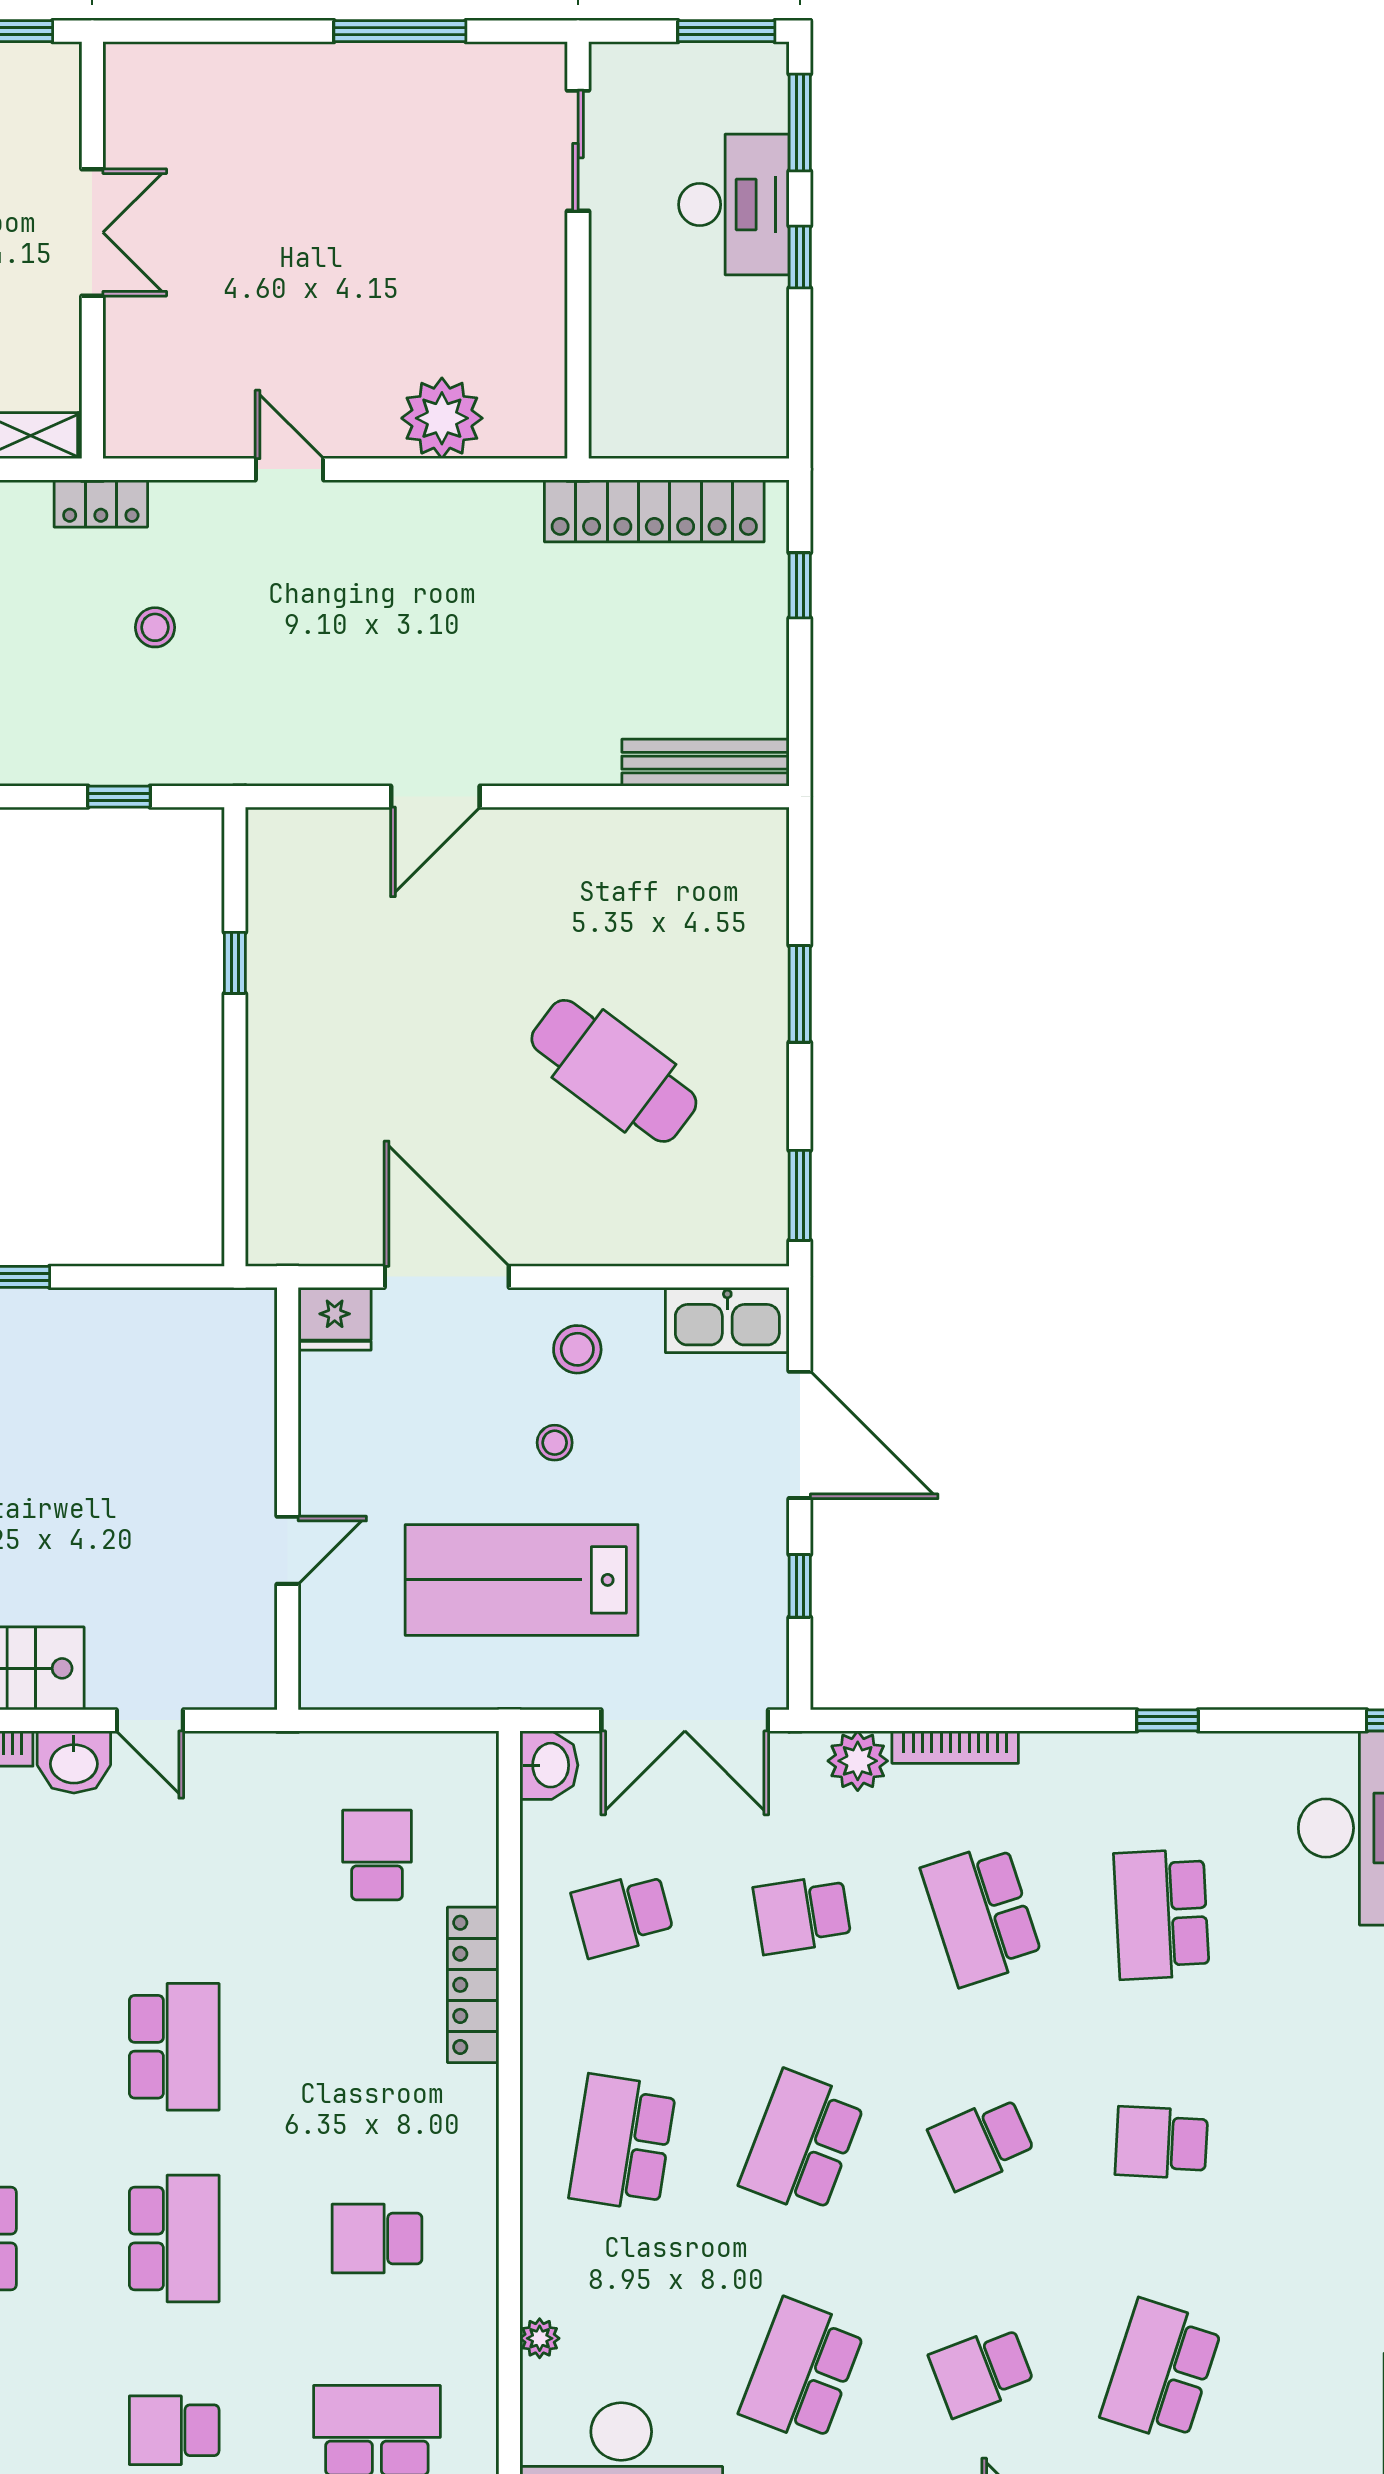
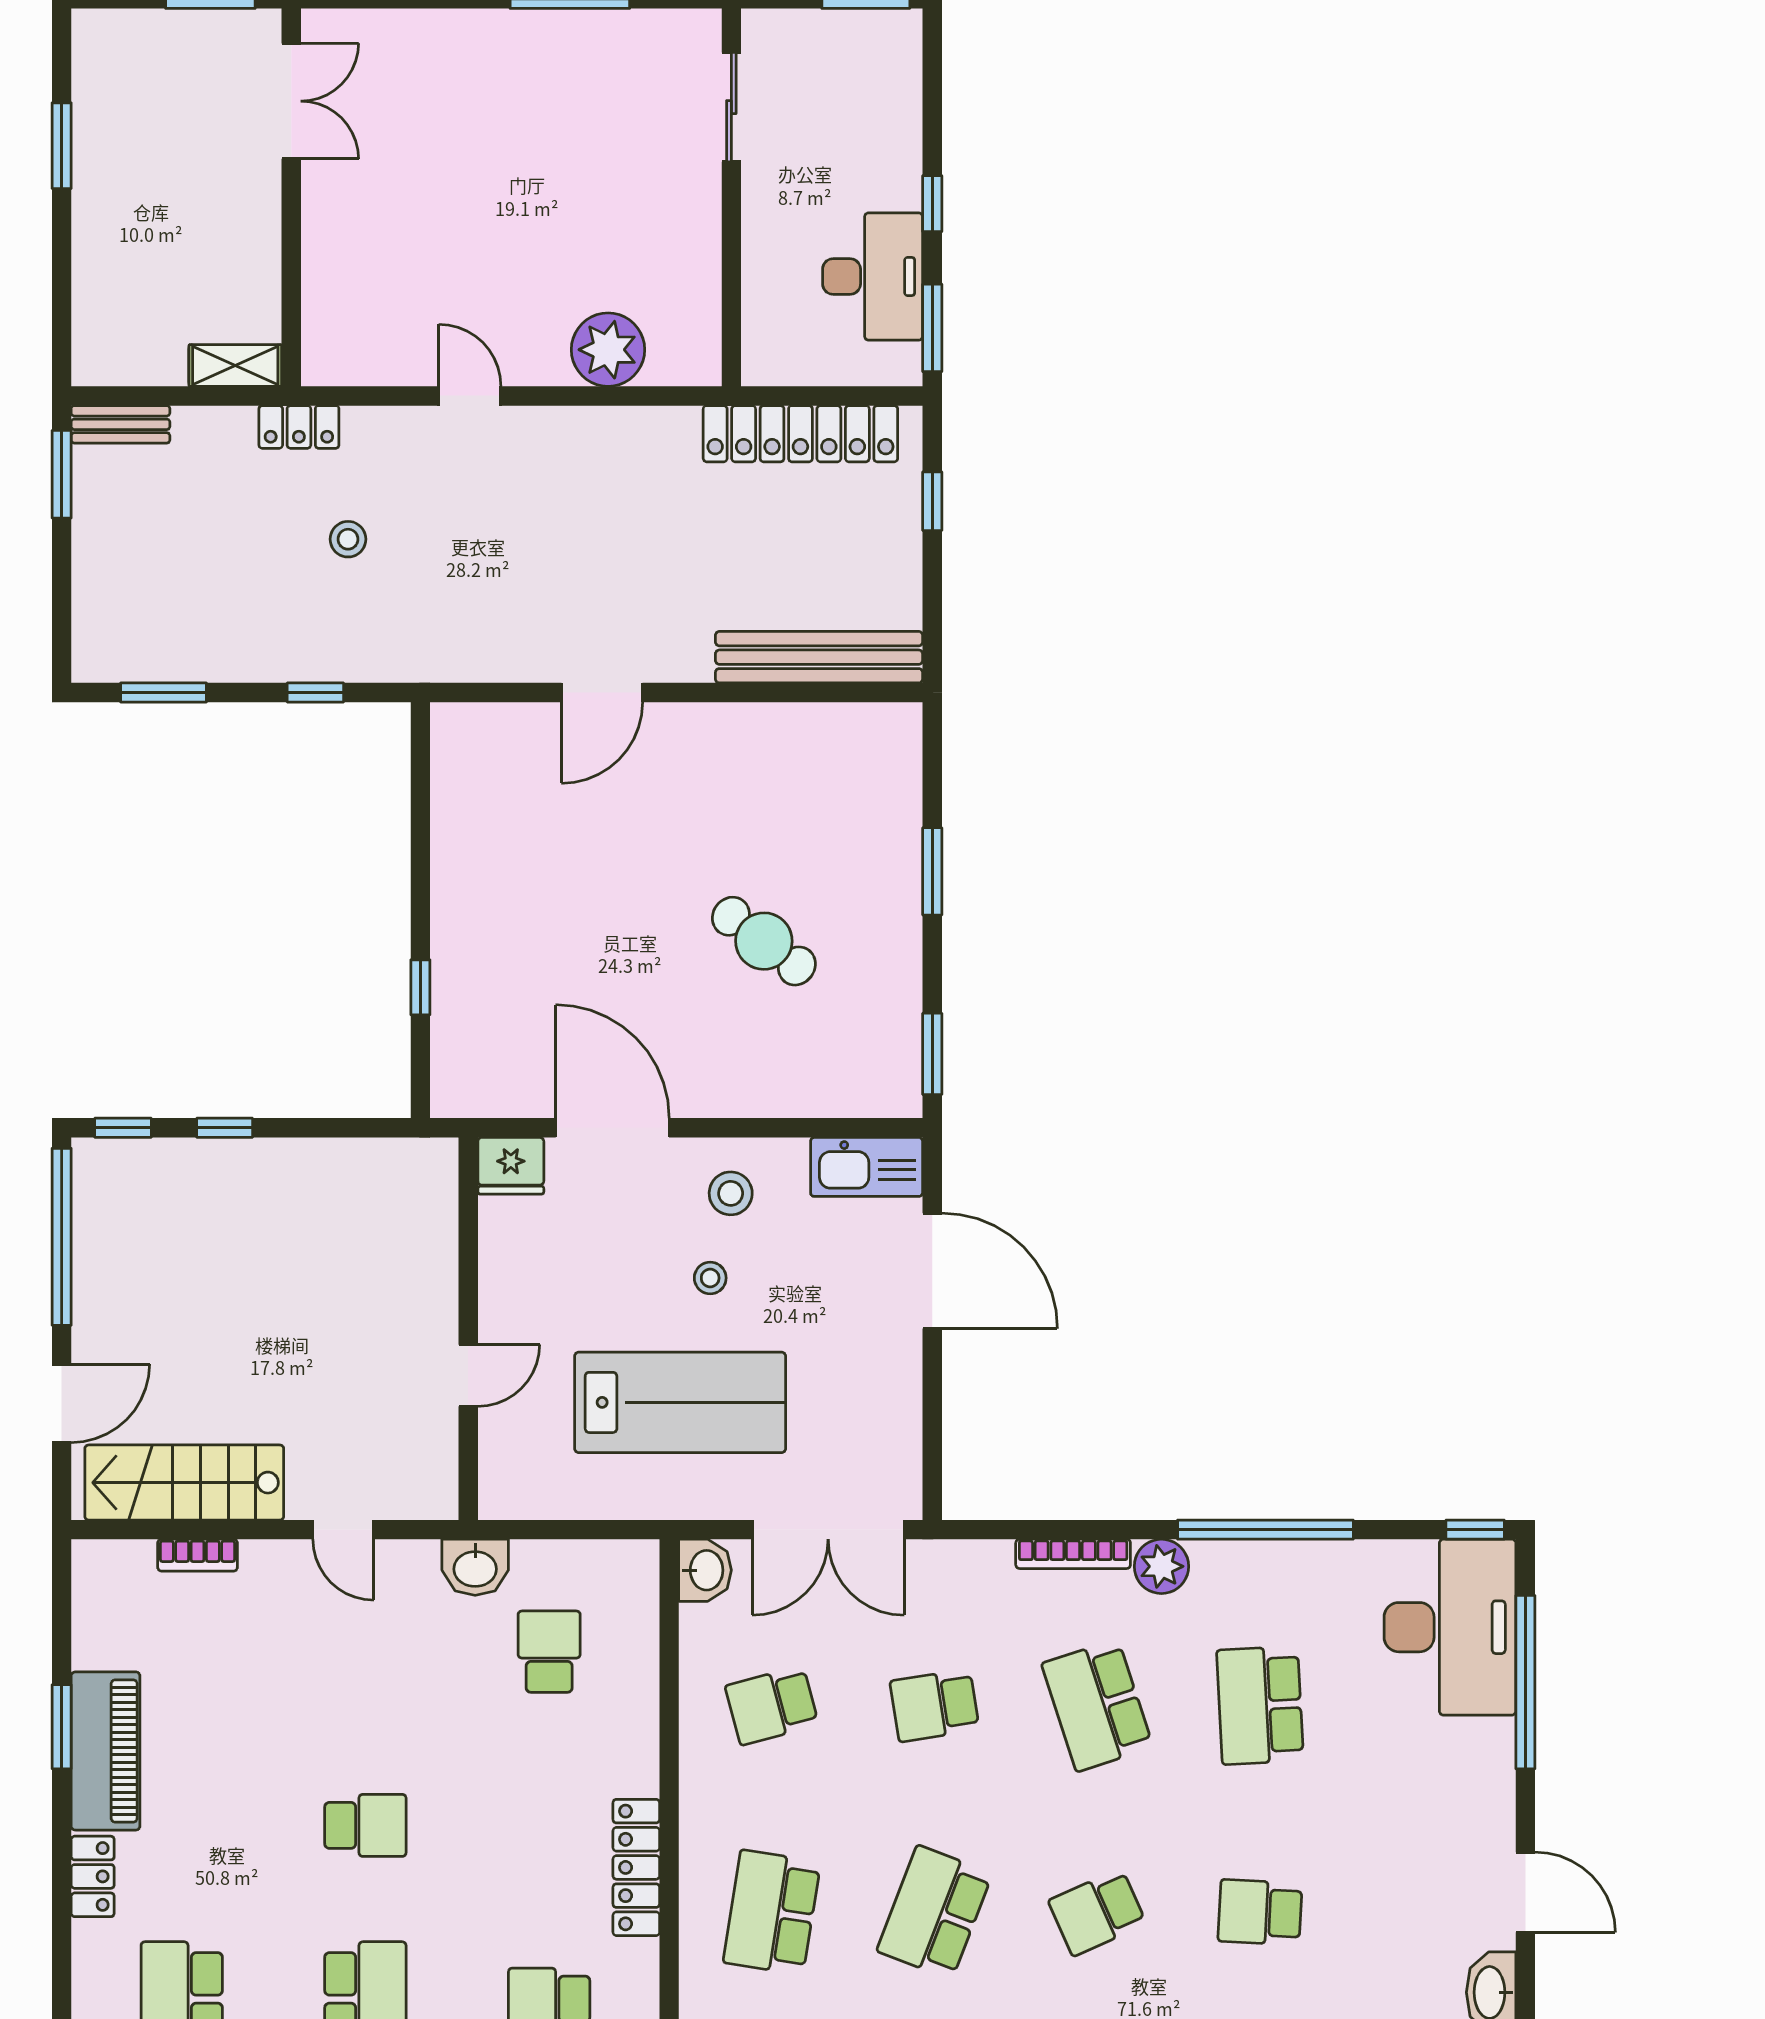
window: (800, 122) -> (932, 328), moved
desk: (734, 205) -> (873, 277), moved
double door: (92, 232) -> (291, 101), moved
bench: (705, 763) -> (819, 657), width x1.37, depth x1.21
window: (235, 963) -> (420, 987), moved
cafe table: (614, 1071) -> (764, 941), width x0.73, depth x0.74
lab bench: (522, 1580) -> (680, 1402), turned 180
window: (800, 1586) -> (932, 1408), removed
window: (1167, 1720) -> (1265, 1530), width x3.17
plant: (858, 1761) -> (1161, 1566), moved
washbasin: (74, 1762) -> (475, 1567), moved
locker: (473, 1985) -> (636, 1867), moved
school desk: (174, 2047) -> (365, 1825), width x0.54

